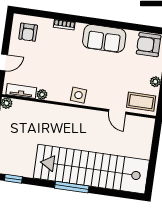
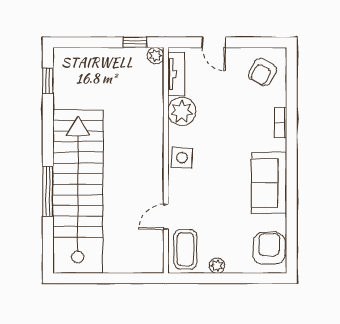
armchair: (28, 32) -> (262, 72), turned -60
plant: (42, 95) -> (182, 111), width x1.88, depth x1.88
window: (72, 187) -> (48, 191), moved

